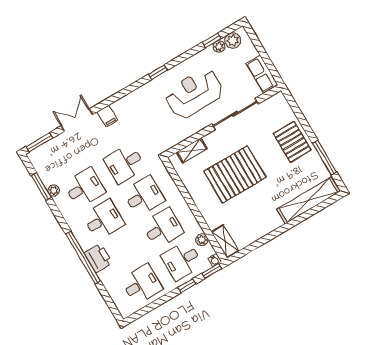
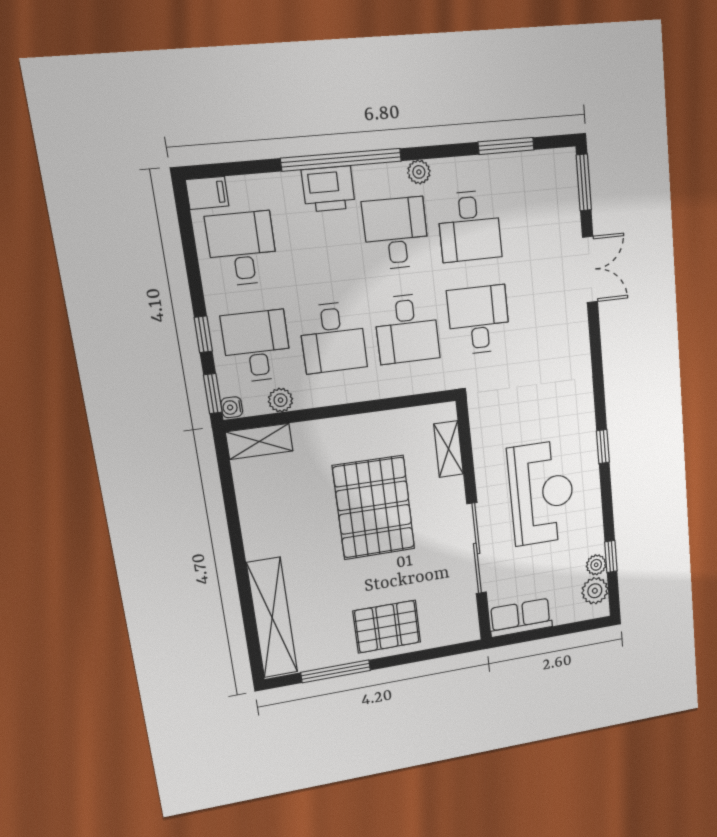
filing cabinet: (107, 116) -> (207, 193), moved, turned 180
plant: (54, 191) -> (419, 172), moved
desk: (103, 220) -> (396, 233), turned 180
desk: (142, 284) -> (242, 249), turned 180

